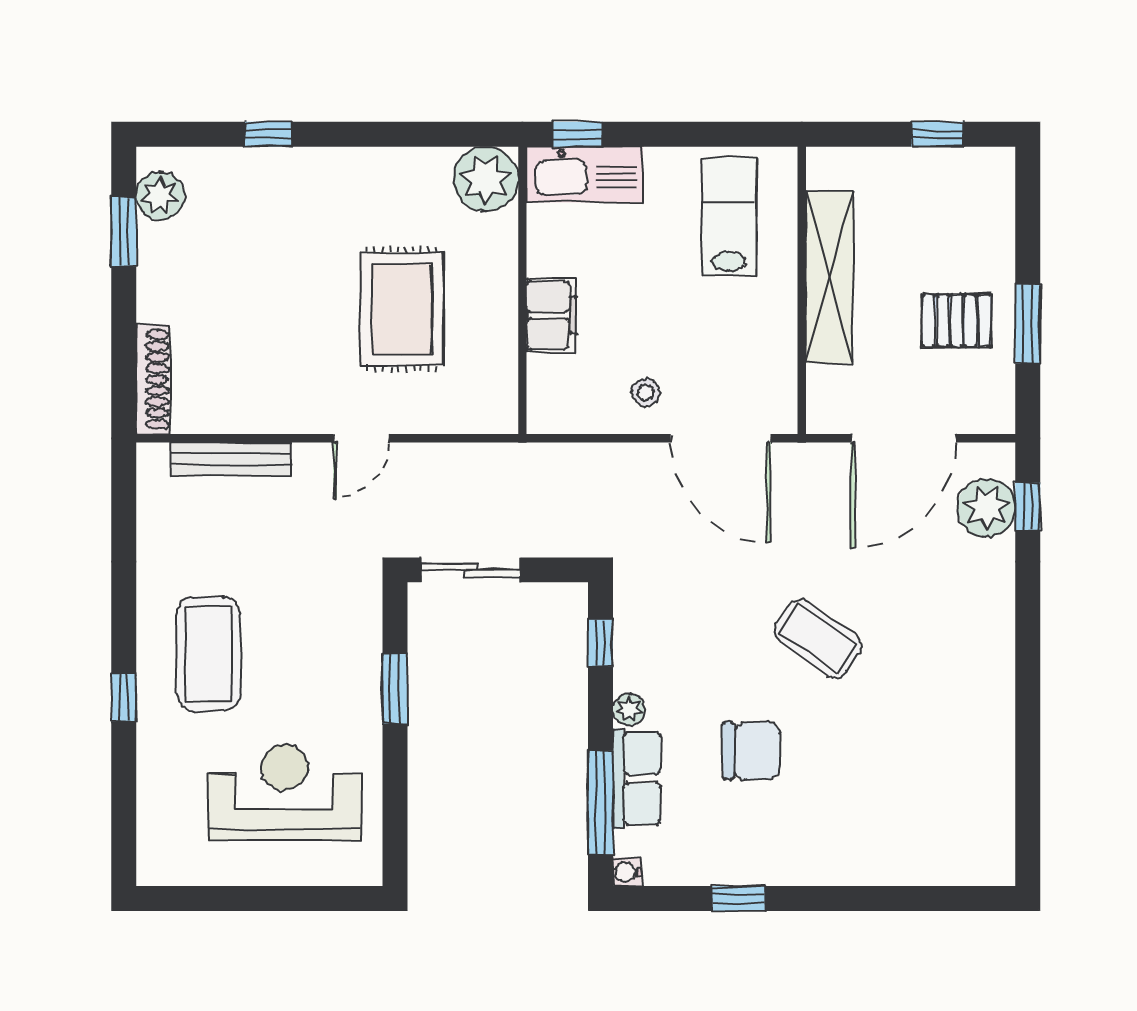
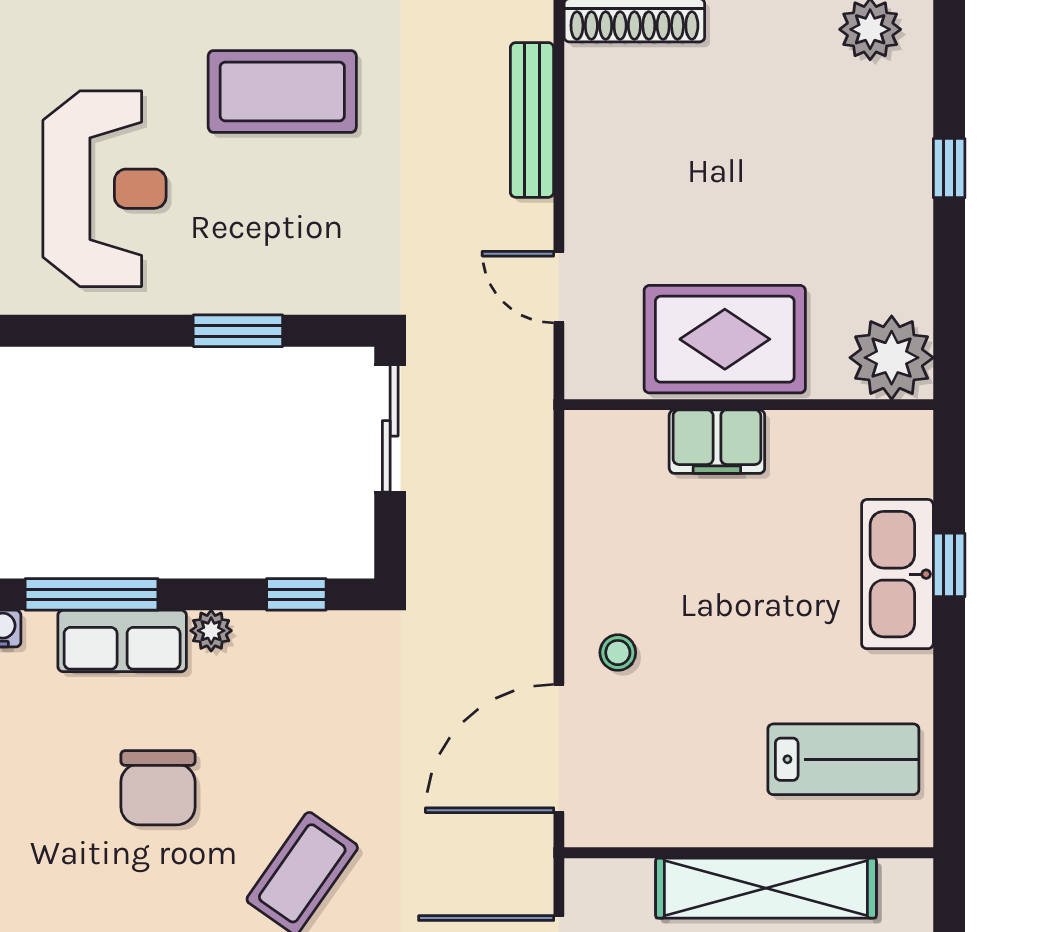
plant: (486, 179) -> (892, 358), moved
wall: (522, 290) -> (749, 405), moved
filing cabinet: (551, 315) -> (717, 442), moved

